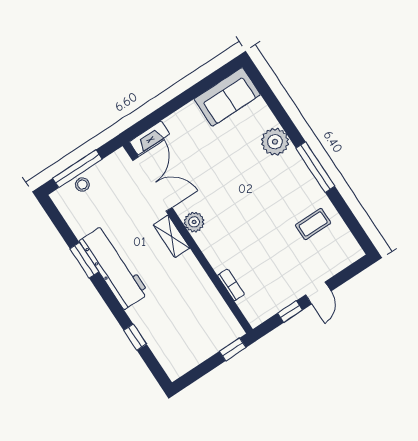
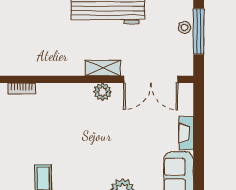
fireplace: (149, 138) -> (186, 133), moved
bookcase: (231, 285) -> (22, 88), moved

